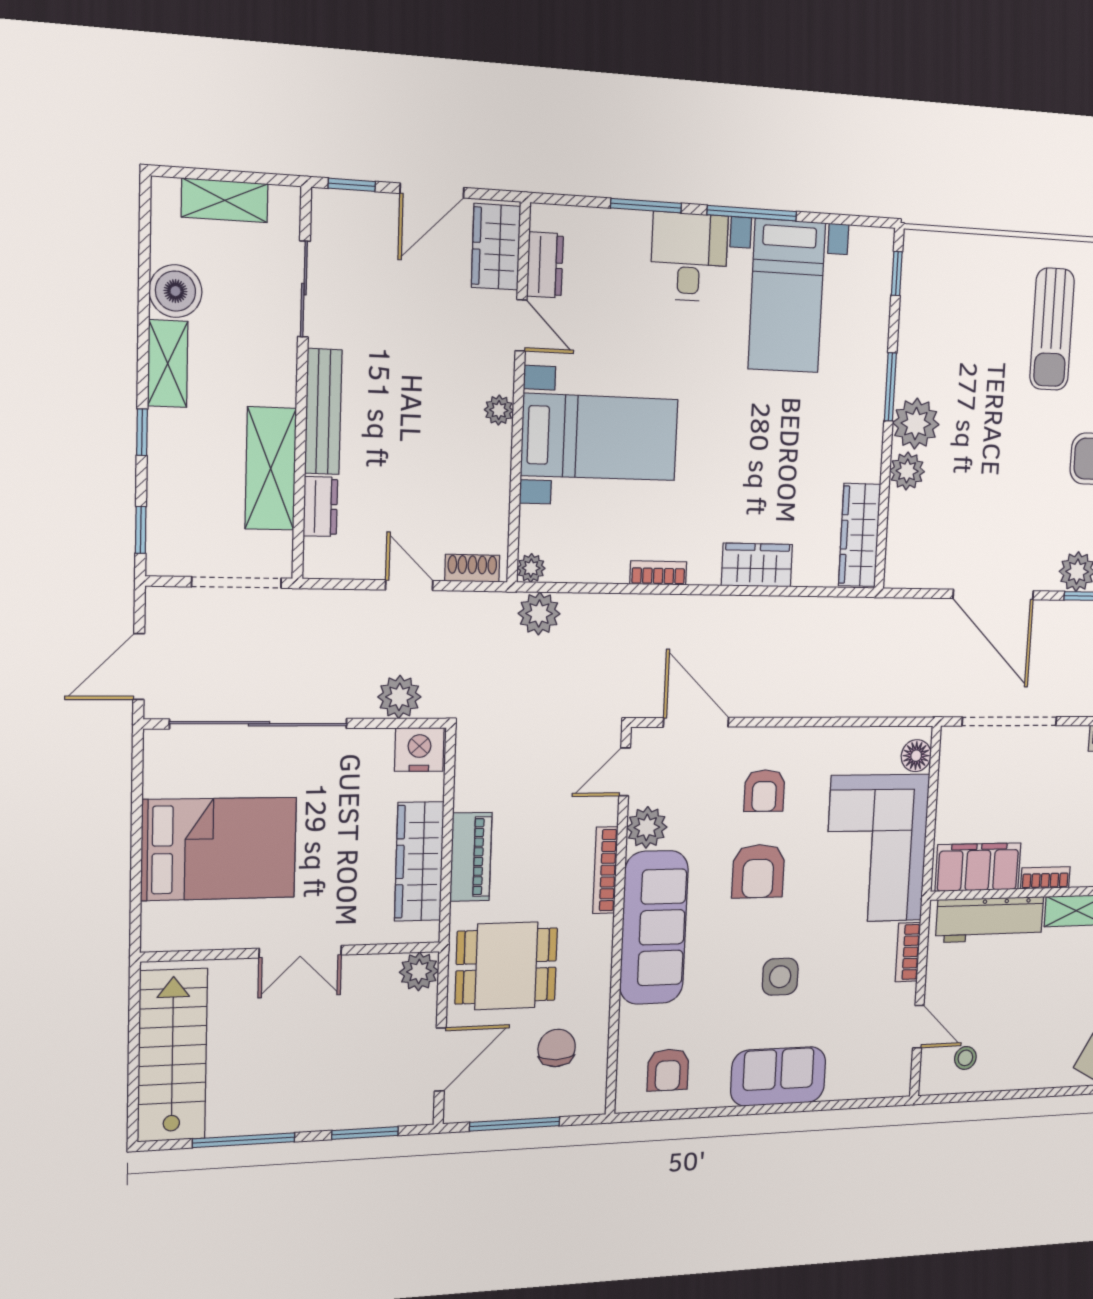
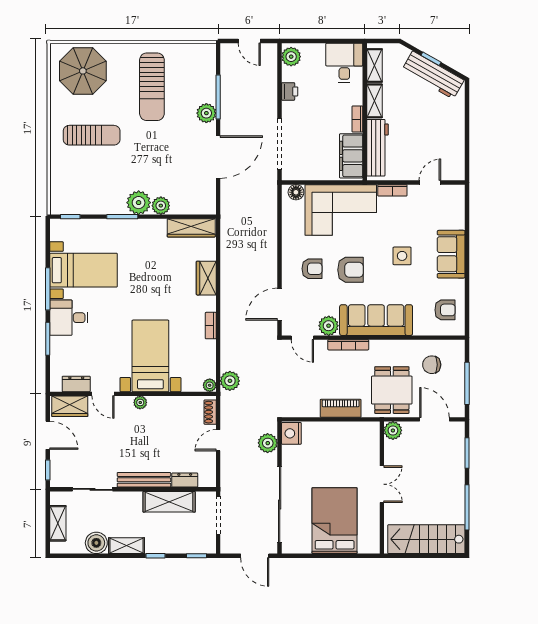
door: (521, 325) -> (103, 394), swing flipped
wardrobe: (419, 861) -> (342, 432), removed
stool: (965, 1058) -> (447, 156), removed

